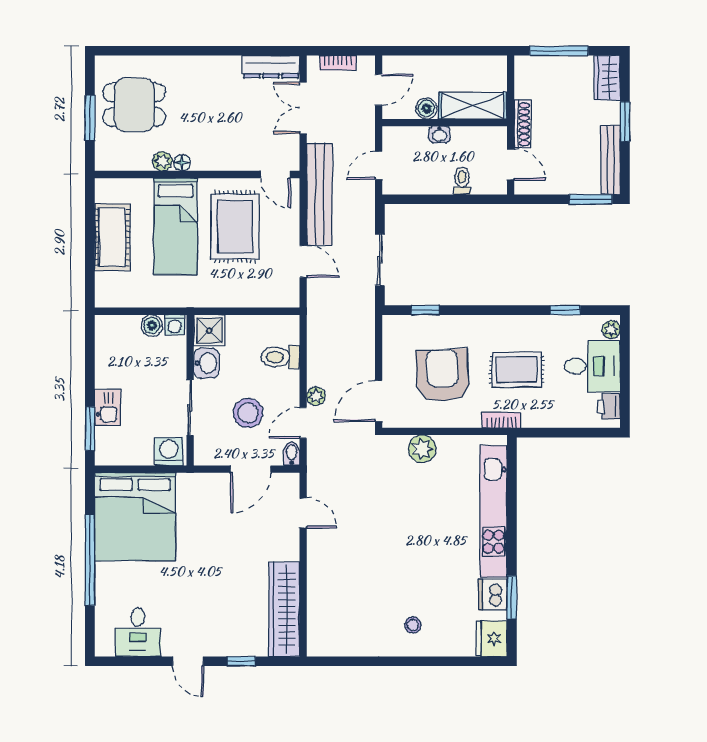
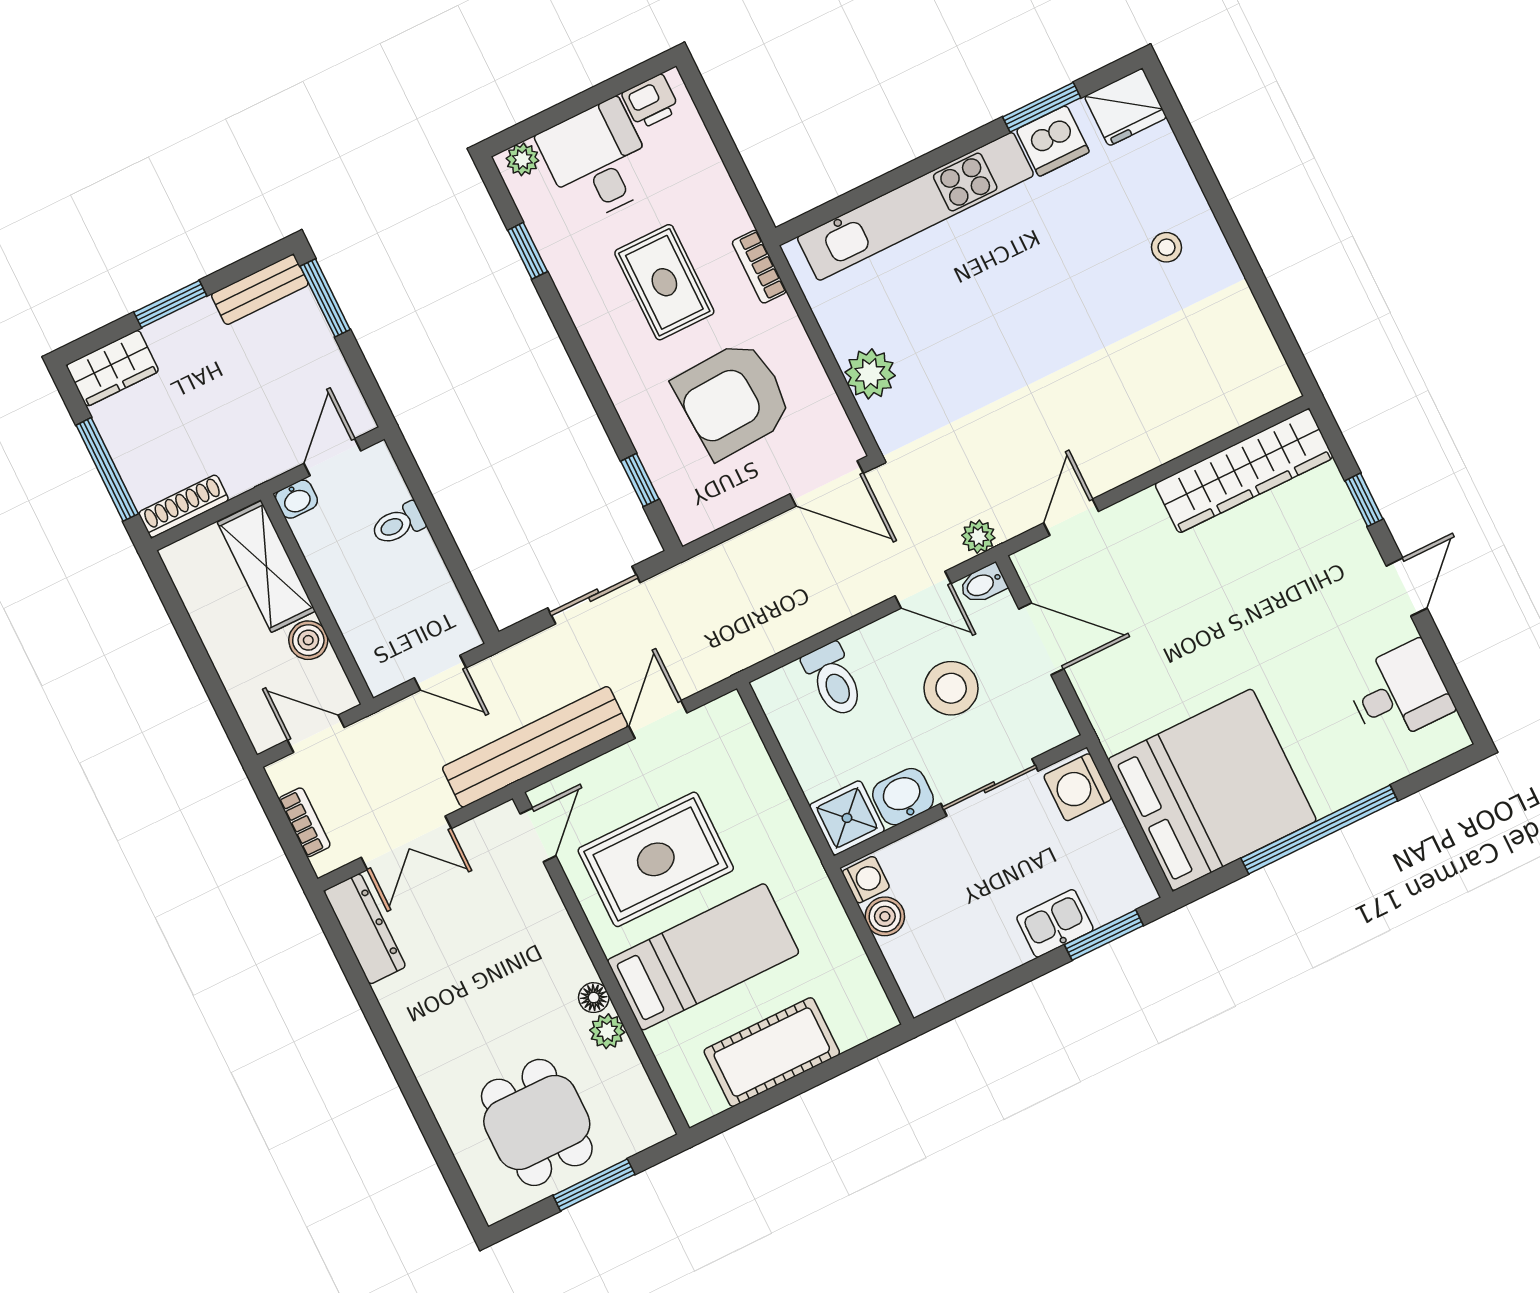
shoe rack: (522, 124) -> (184, 506), moved
washbasin: (439, 135) -> (296, 499), moved, turned 90
bench: (611, 160) -> (260, 289), width x0.73
plant: (316, 396) -> (978, 537), moved

